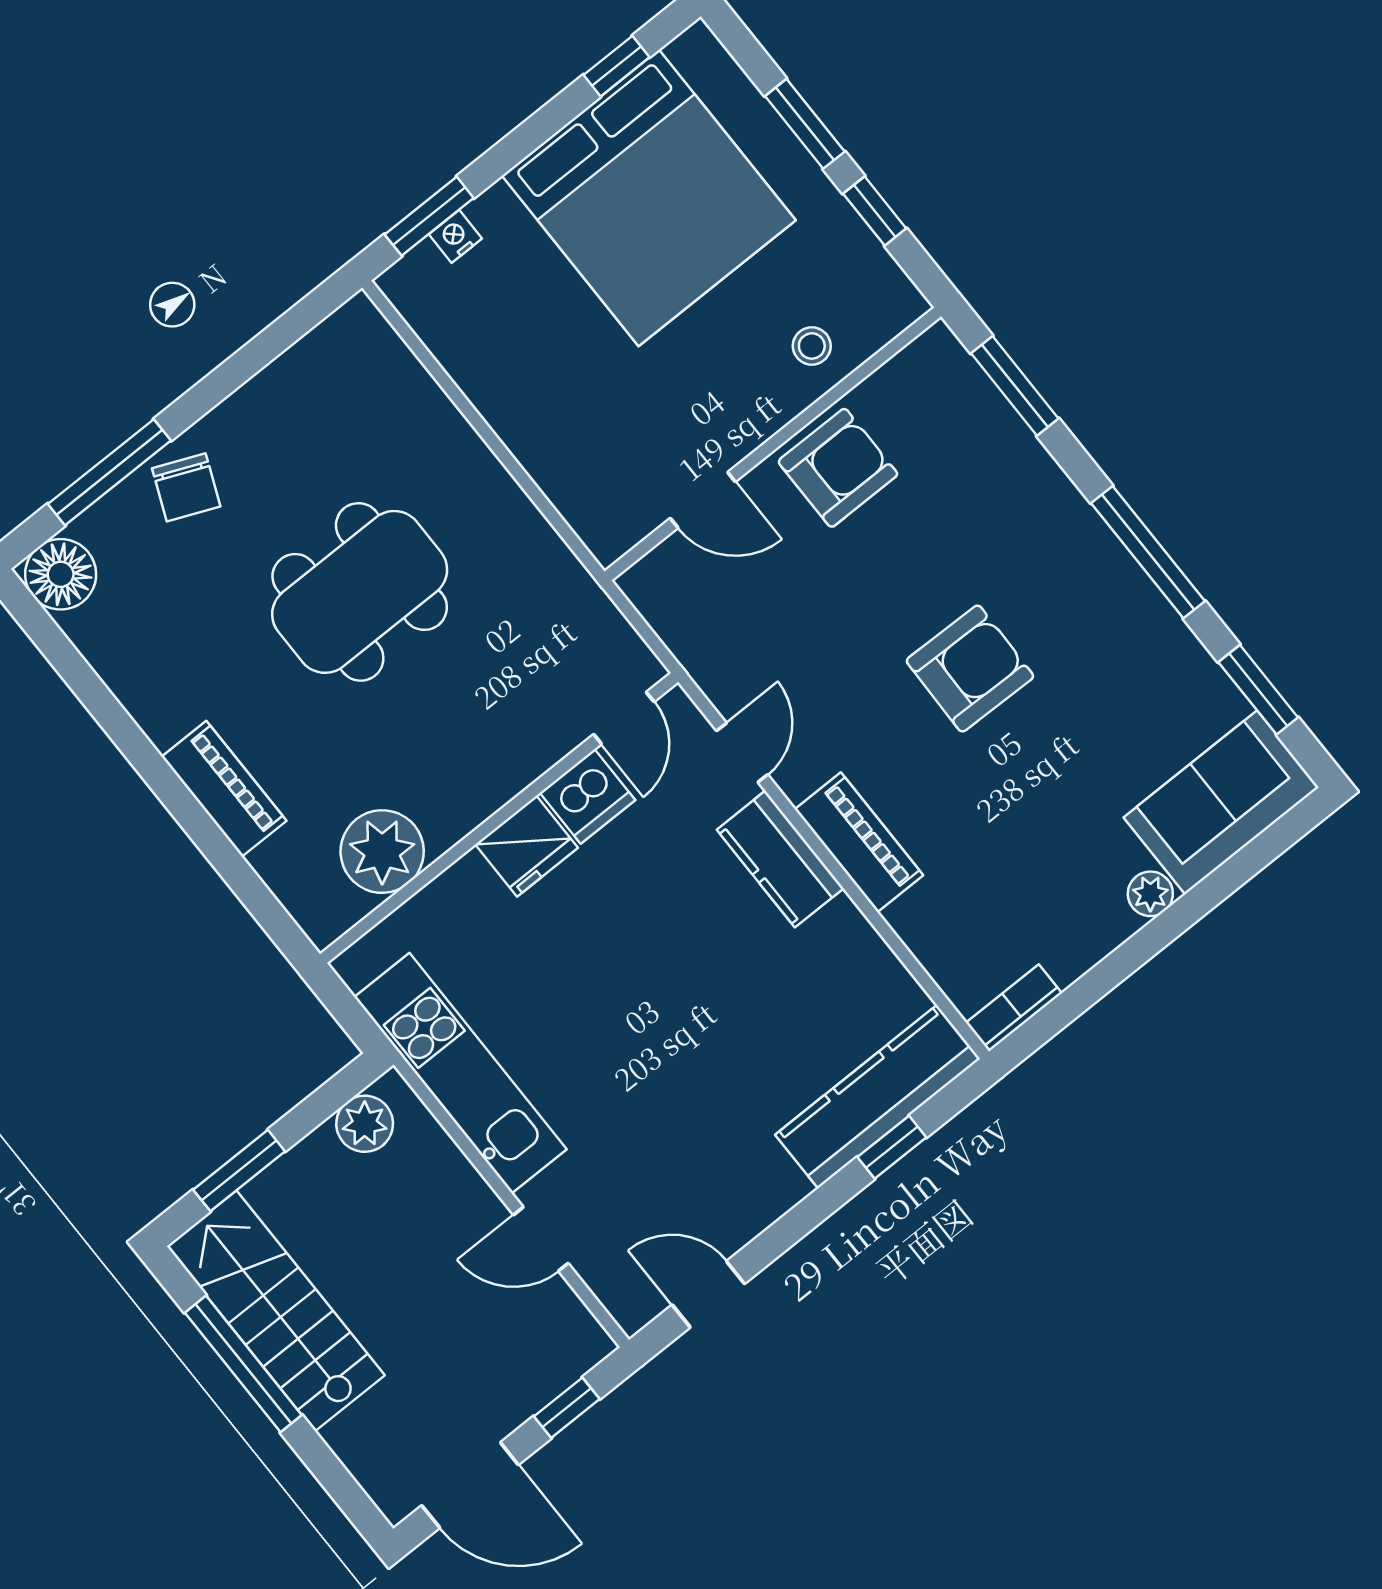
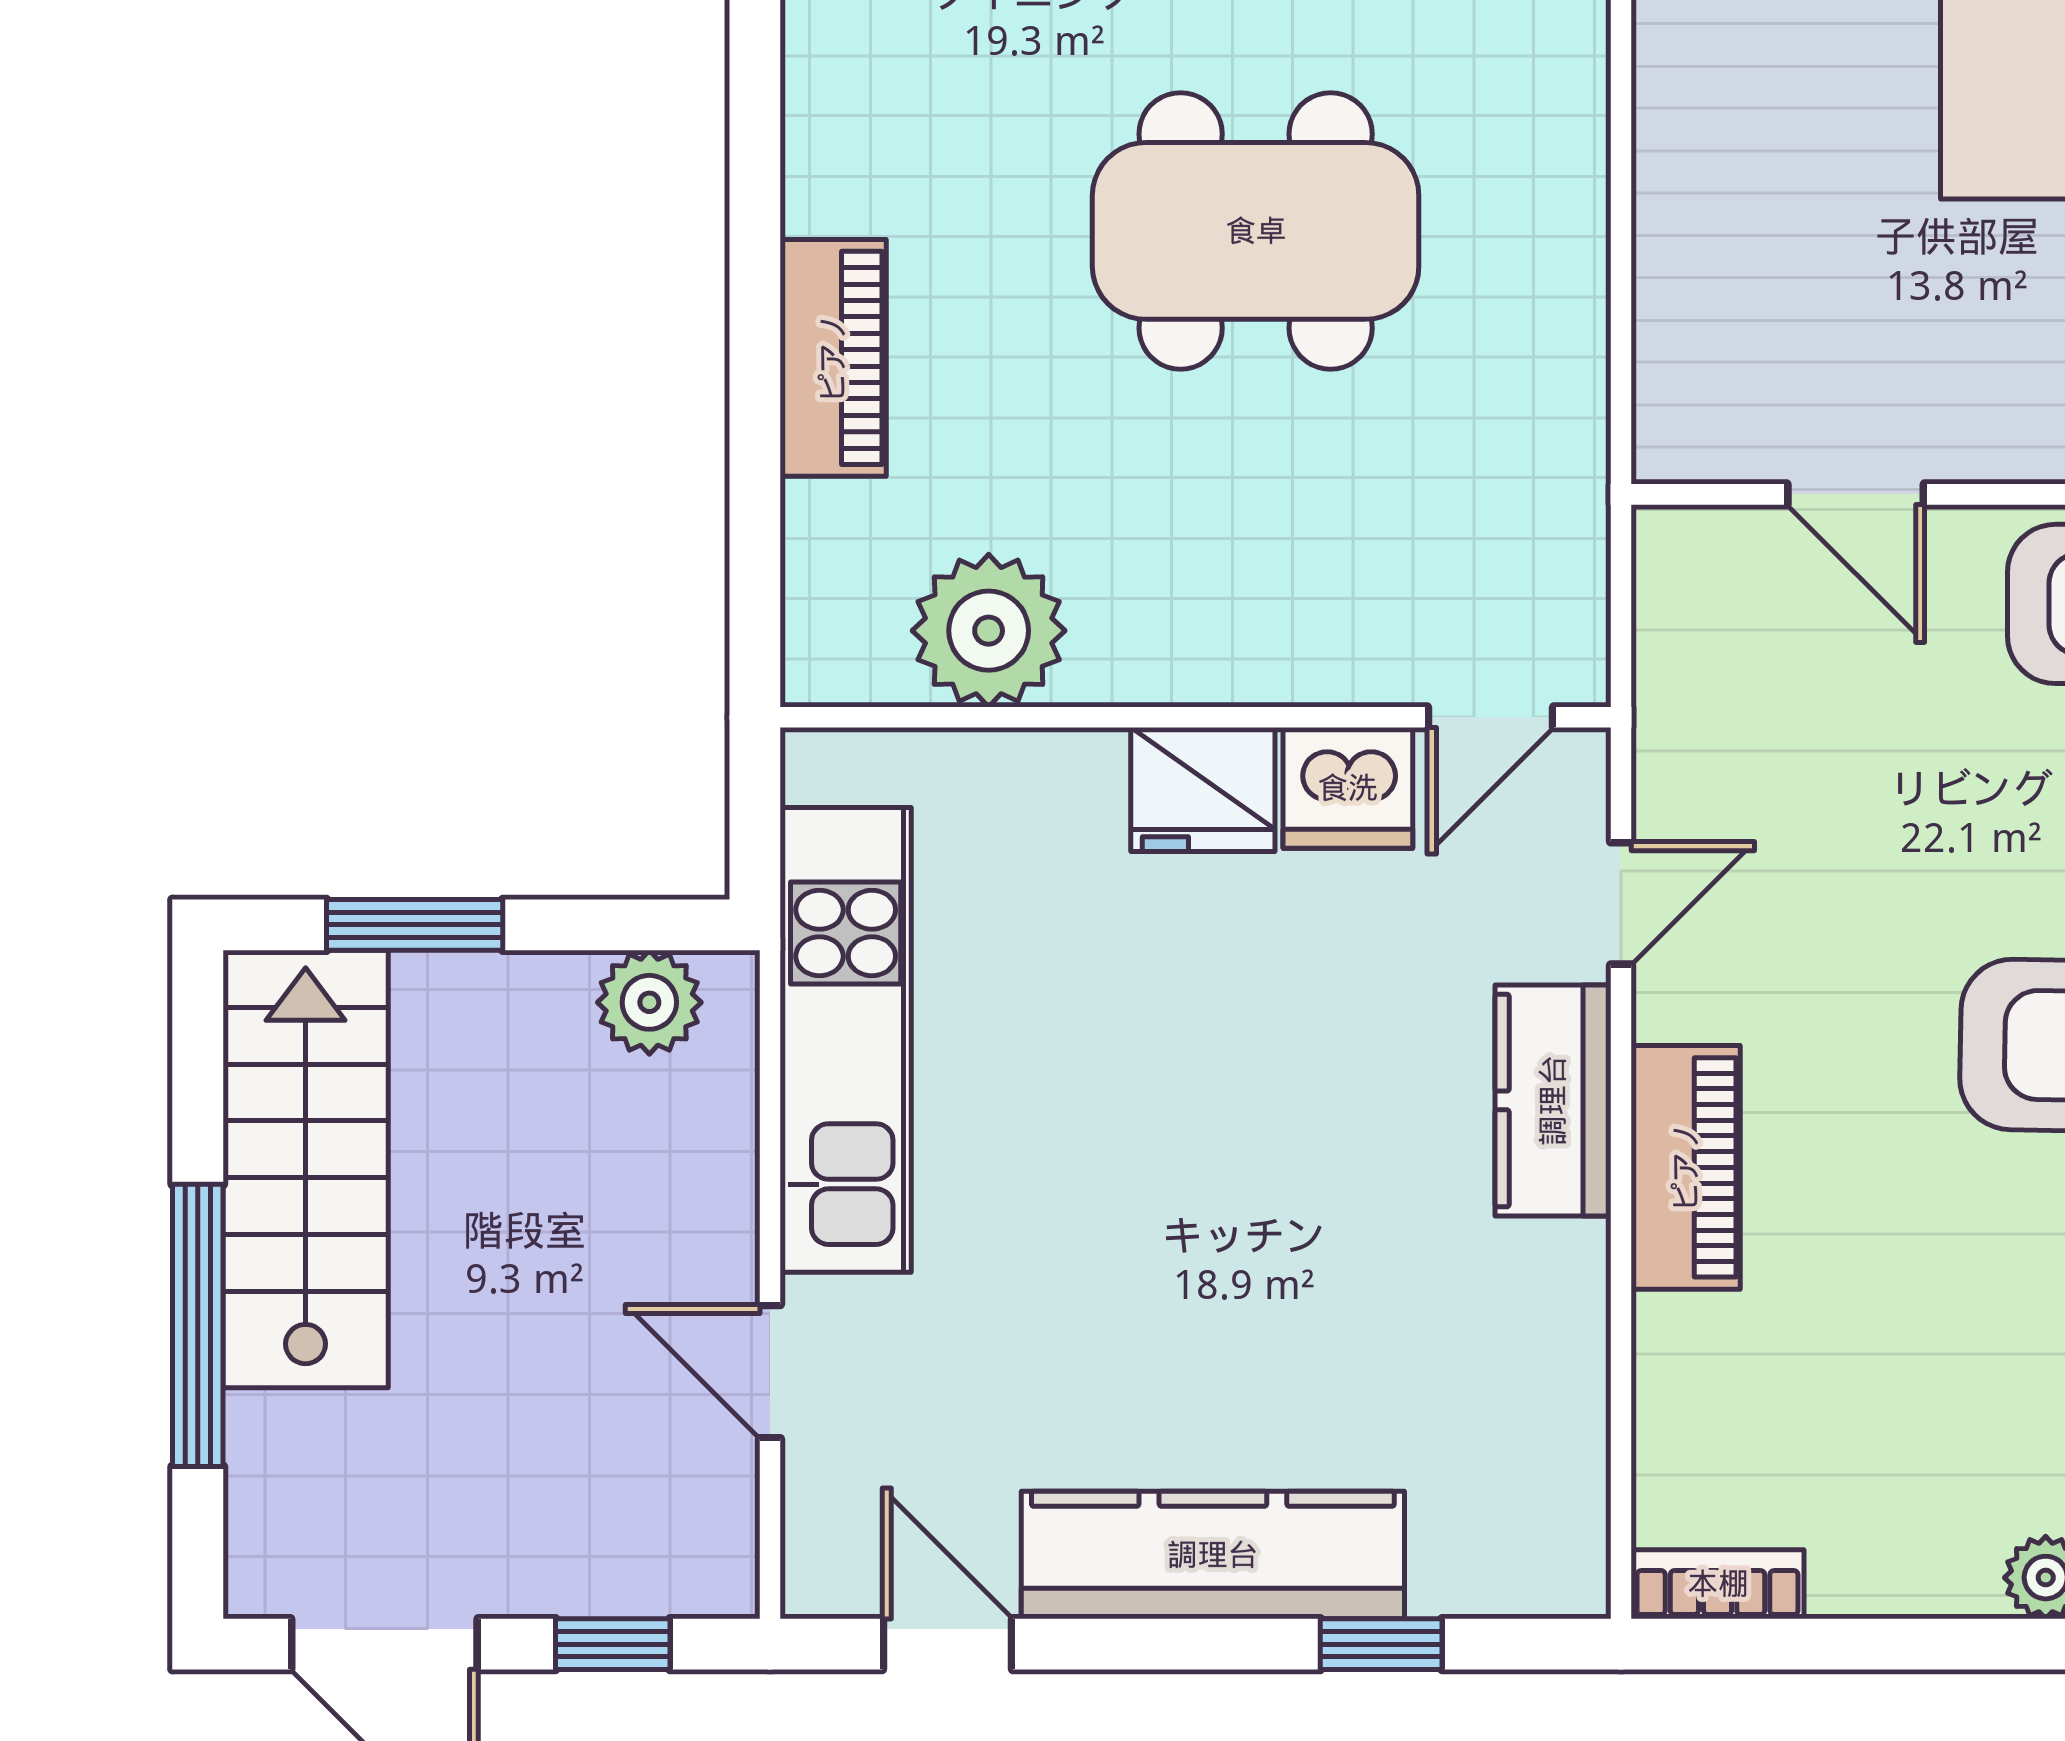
kitchen counter: (878, 1097) -> (1213, 1555), moved
window: (243, 1364) -> (198, 1325), moved

